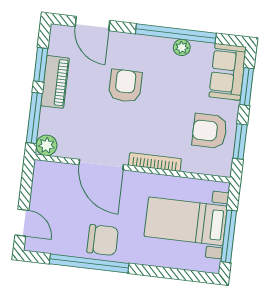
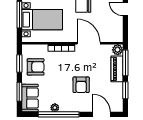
piano: (55, 82) -> (117, 69), moved

